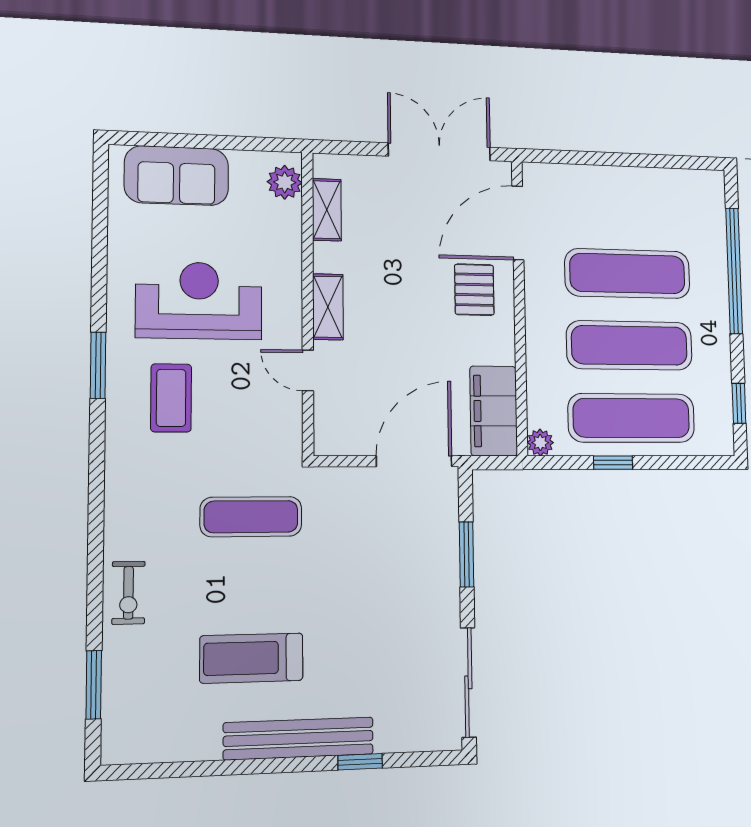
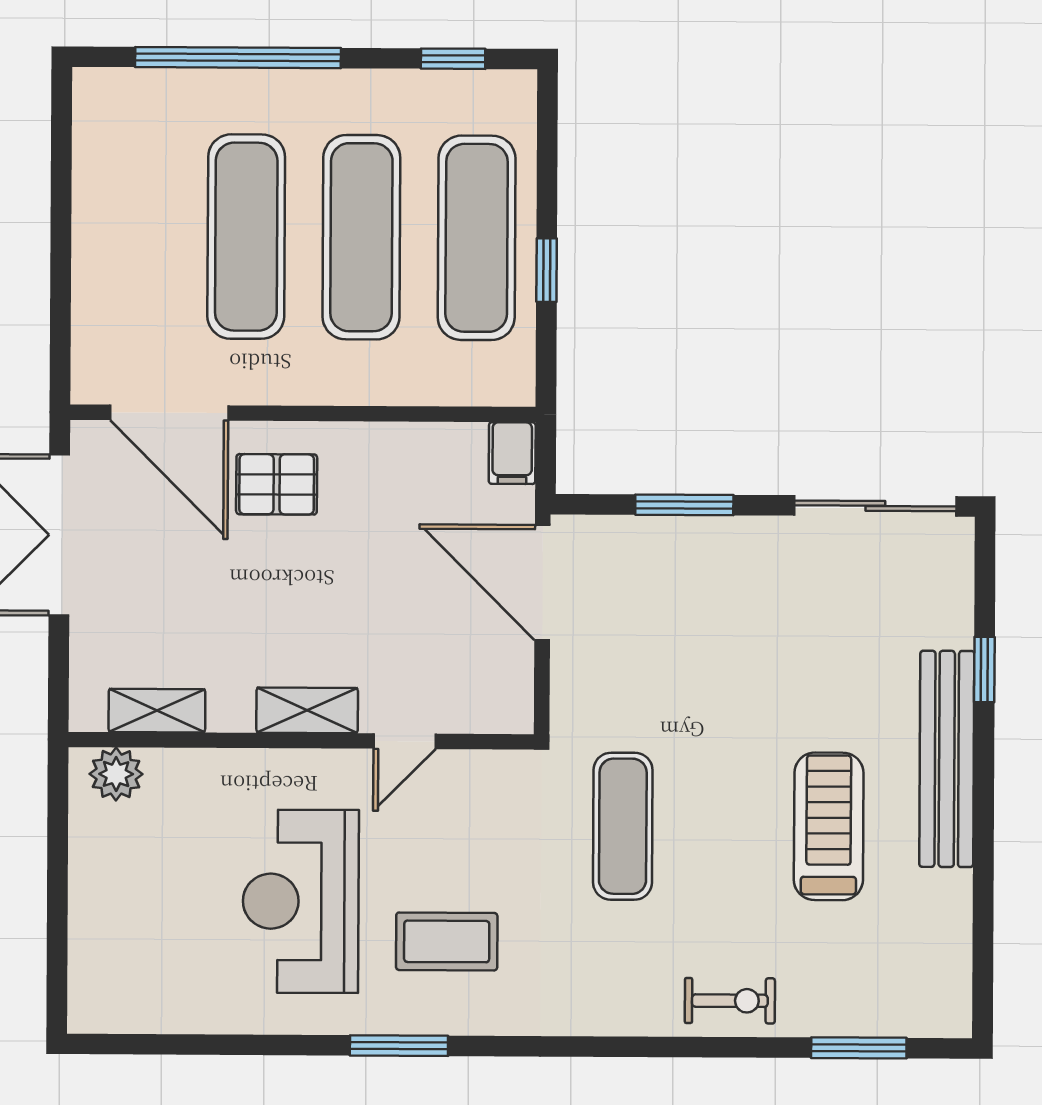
sofa: (177, 176) -> (111, 934), removed
filing cabinet: (494, 411) -> (512, 453), width x0.33, depth x0.86
plant: (540, 443) -> (515, 386), removed
treadmill: (251, 658) -> (829, 826), turned 180

